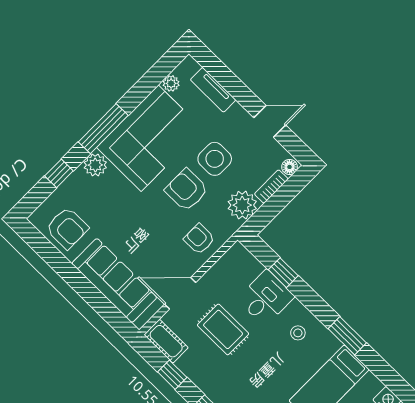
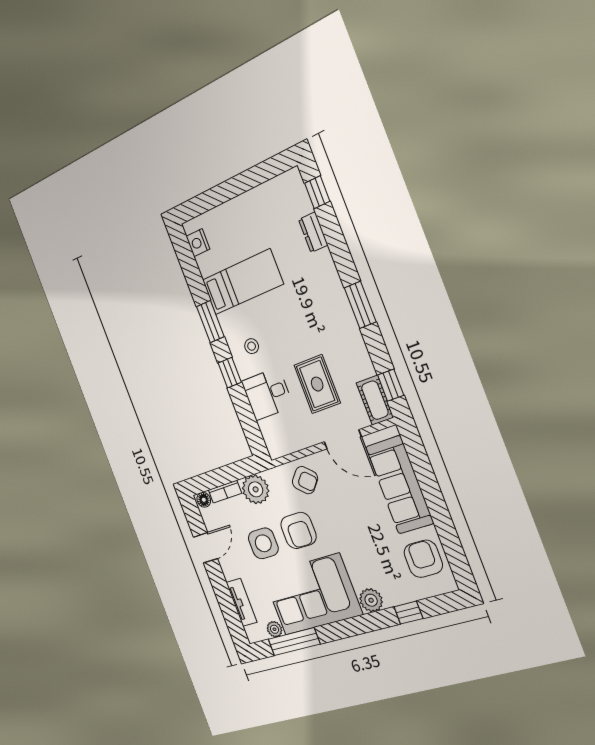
door: (270, 121) -> (205, 548), swing flipped
window: (103, 129) -> (294, 642), moved
armchair: (199, 239) -> (305, 480), turned -48
window: (283, 273) -> (230, 373), moved
window: (172, 375) -> (391, 385), moved

